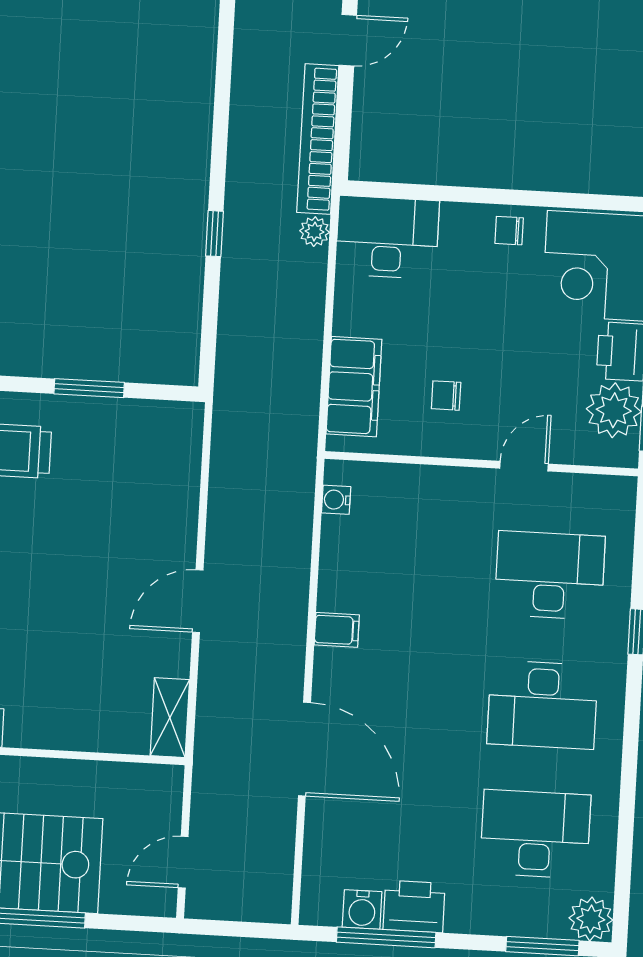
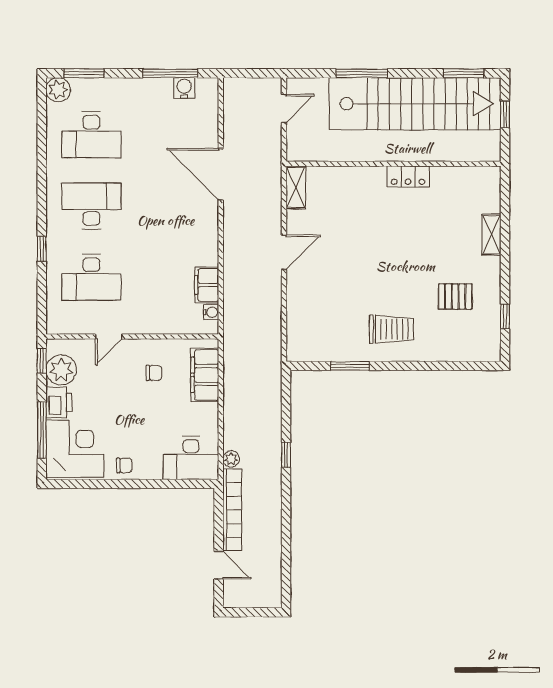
door: (348, 40) -> (219, 565), swing flipped
filing cabinet: (337, 630) -> (207, 285), moved, width x2.00
printer: (414, 907) -> (156, 91), removed

